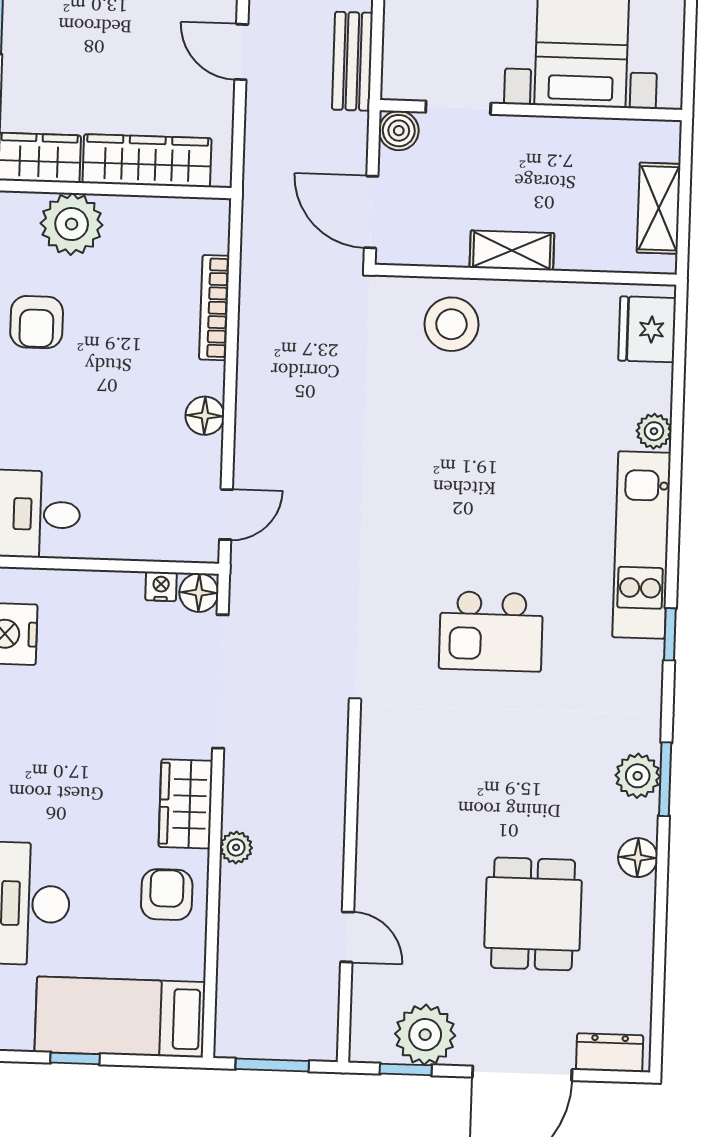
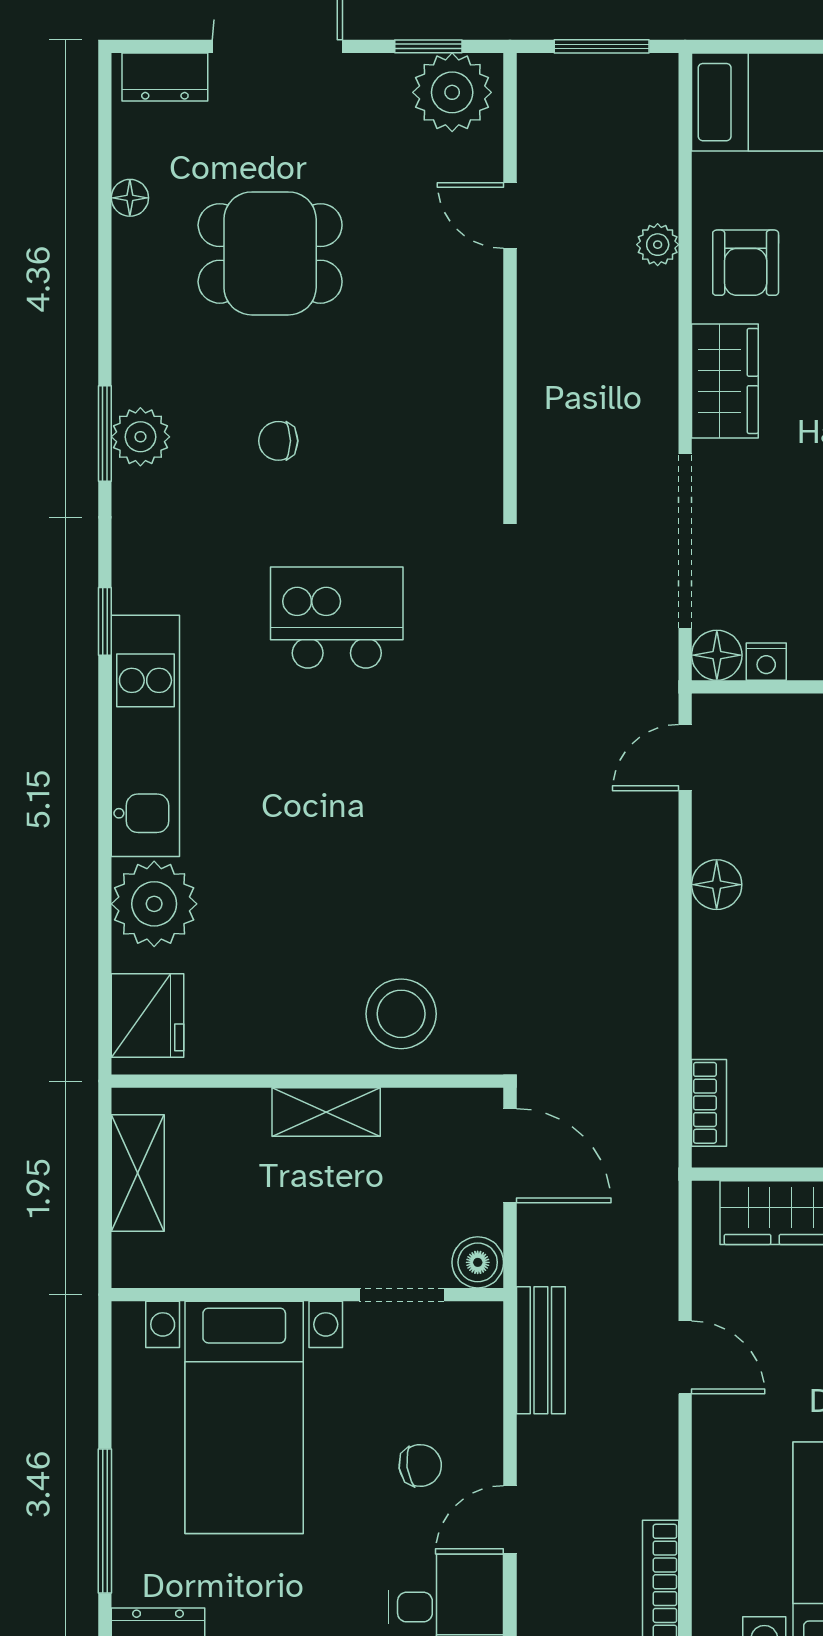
bookcase: (214, 308) -> (709, 1103), moved, width x0.64
plant: (654, 431) -> (154, 904), width x1.88, depth x1.88
chair: (532, 769) -> (278, 441), added
plant: (236, 847) -> (658, 245), moved
floor lamp: (638, 858) -> (130, 198), moved, width x0.73, depth x0.73
dining table: (533, 914) -> (270, 253), turned 90
plant: (425, 1035) -> (452, 92), moved

